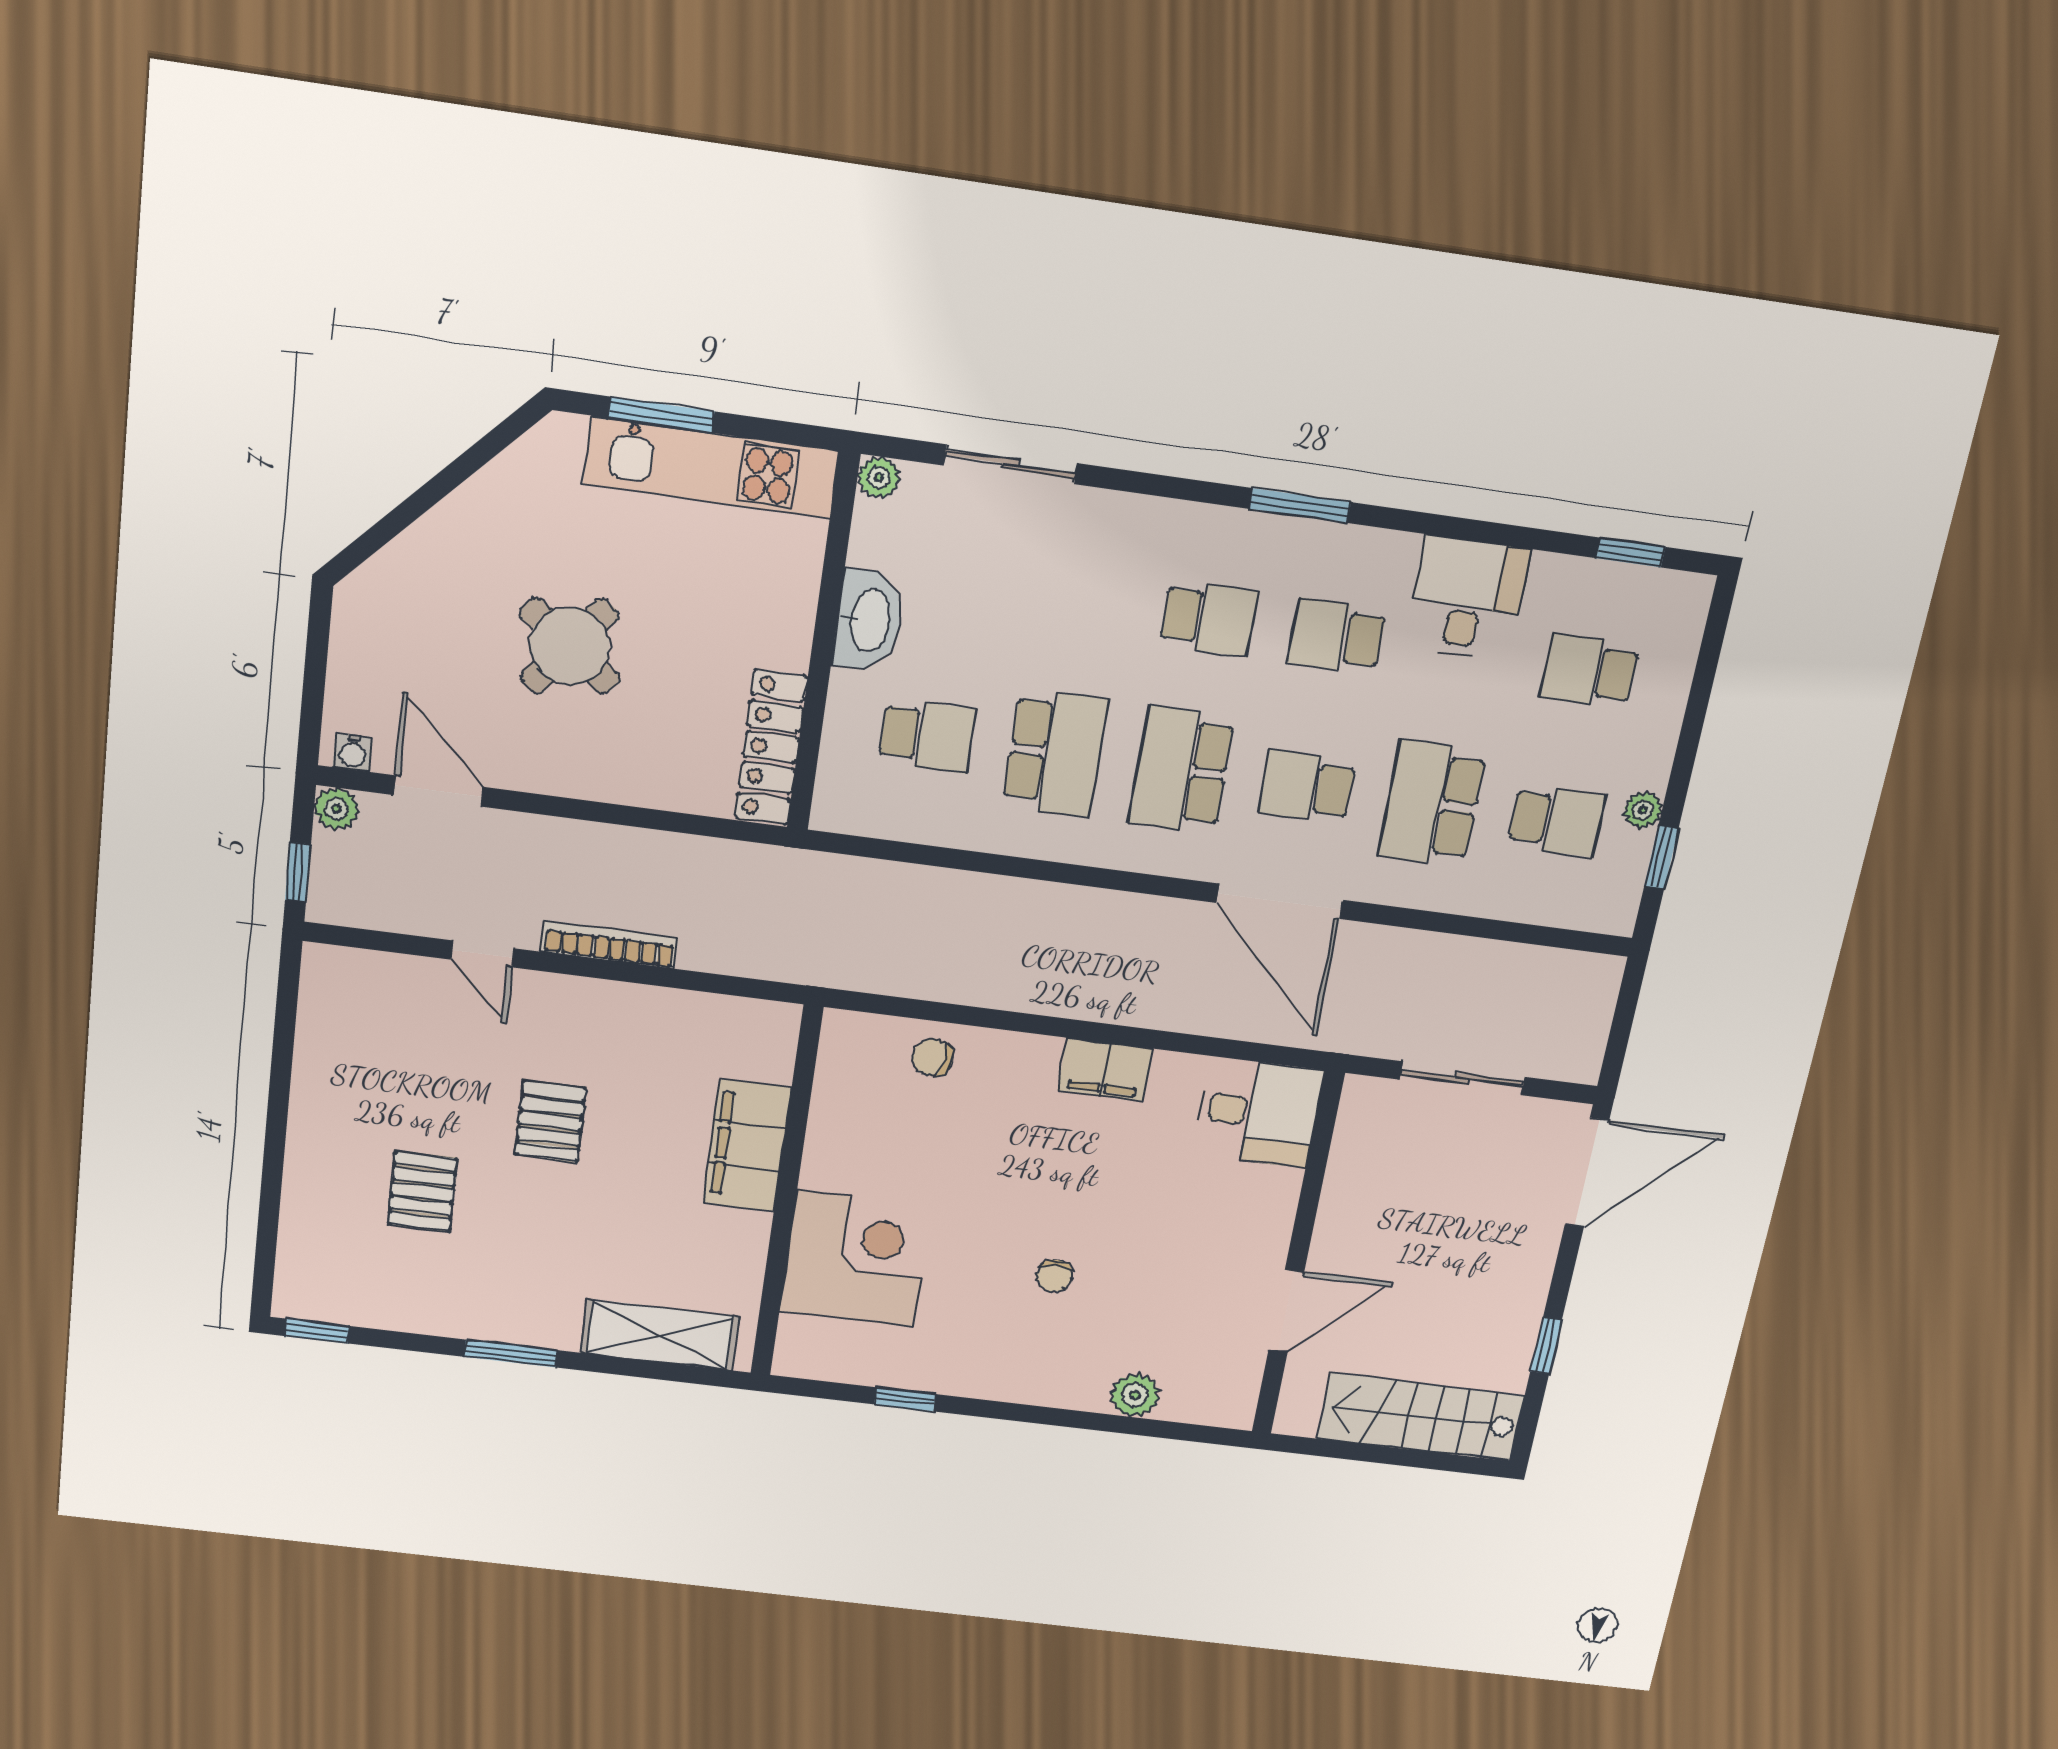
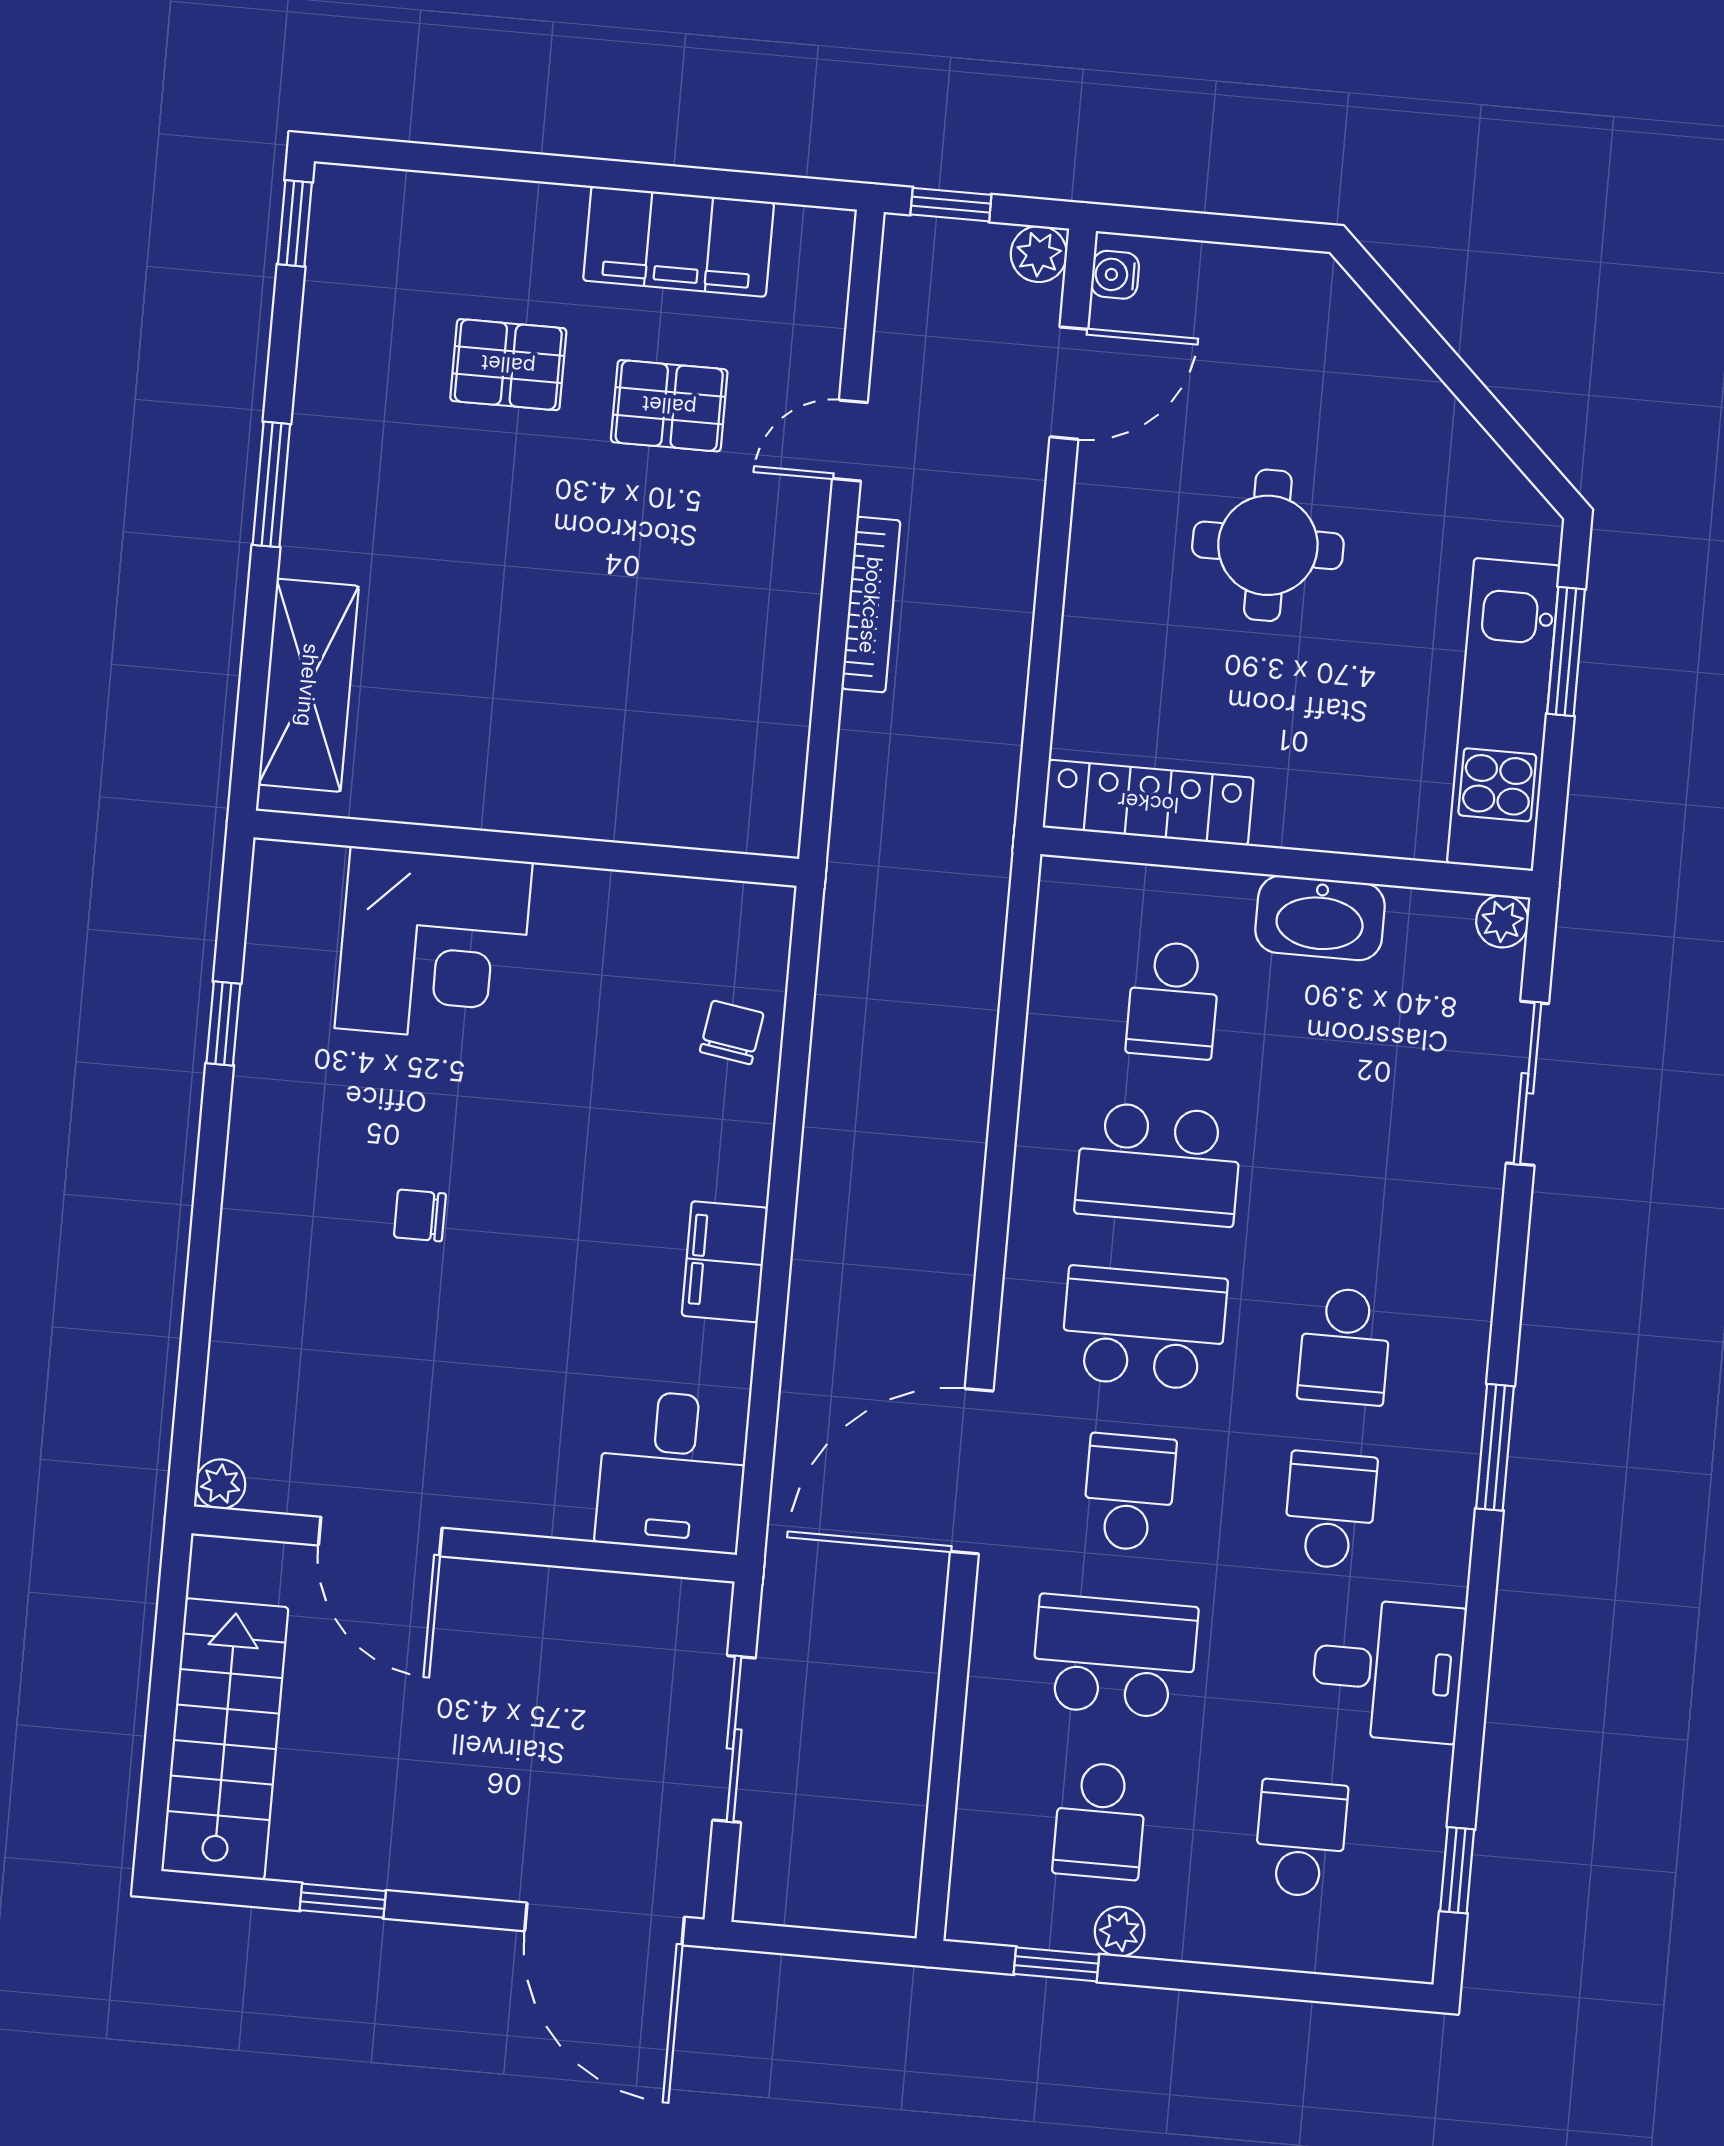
round table: (570, 646) -> (1268, 545), turned -38
pallet: (550, 1121) -> (669, 406), moved
filing cabinet: (747, 1146) -> (679, 241), moved, turned 180
plant: (1135, 1395) -> (221, 1484), moved, width x0.73, depth x0.73

